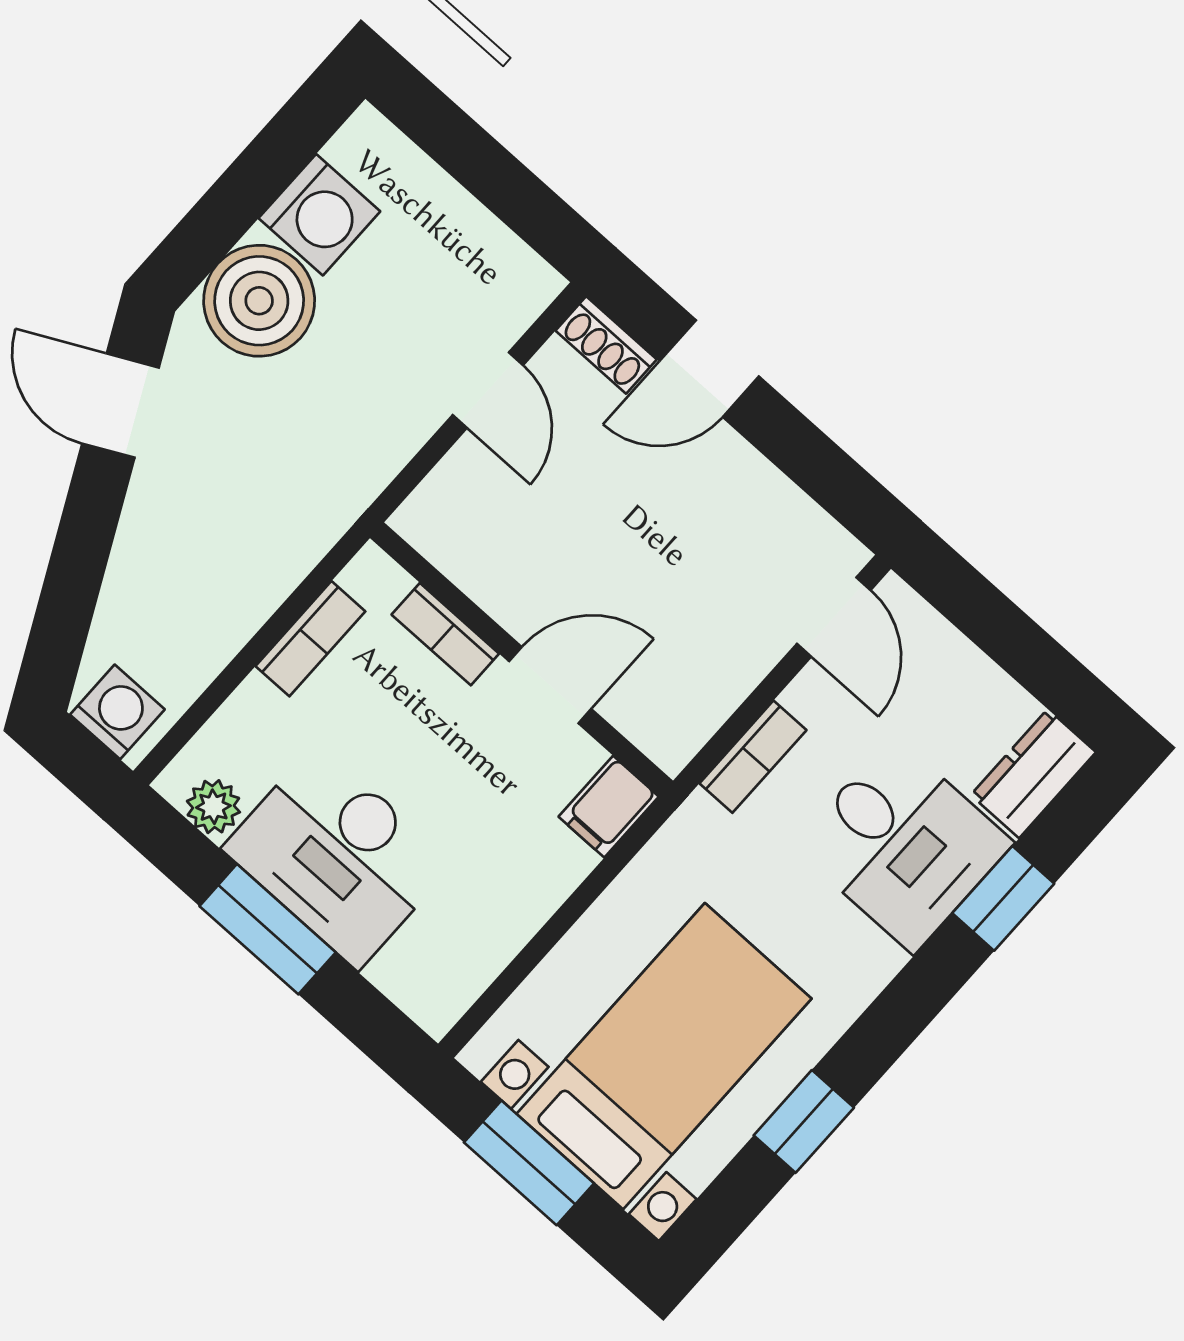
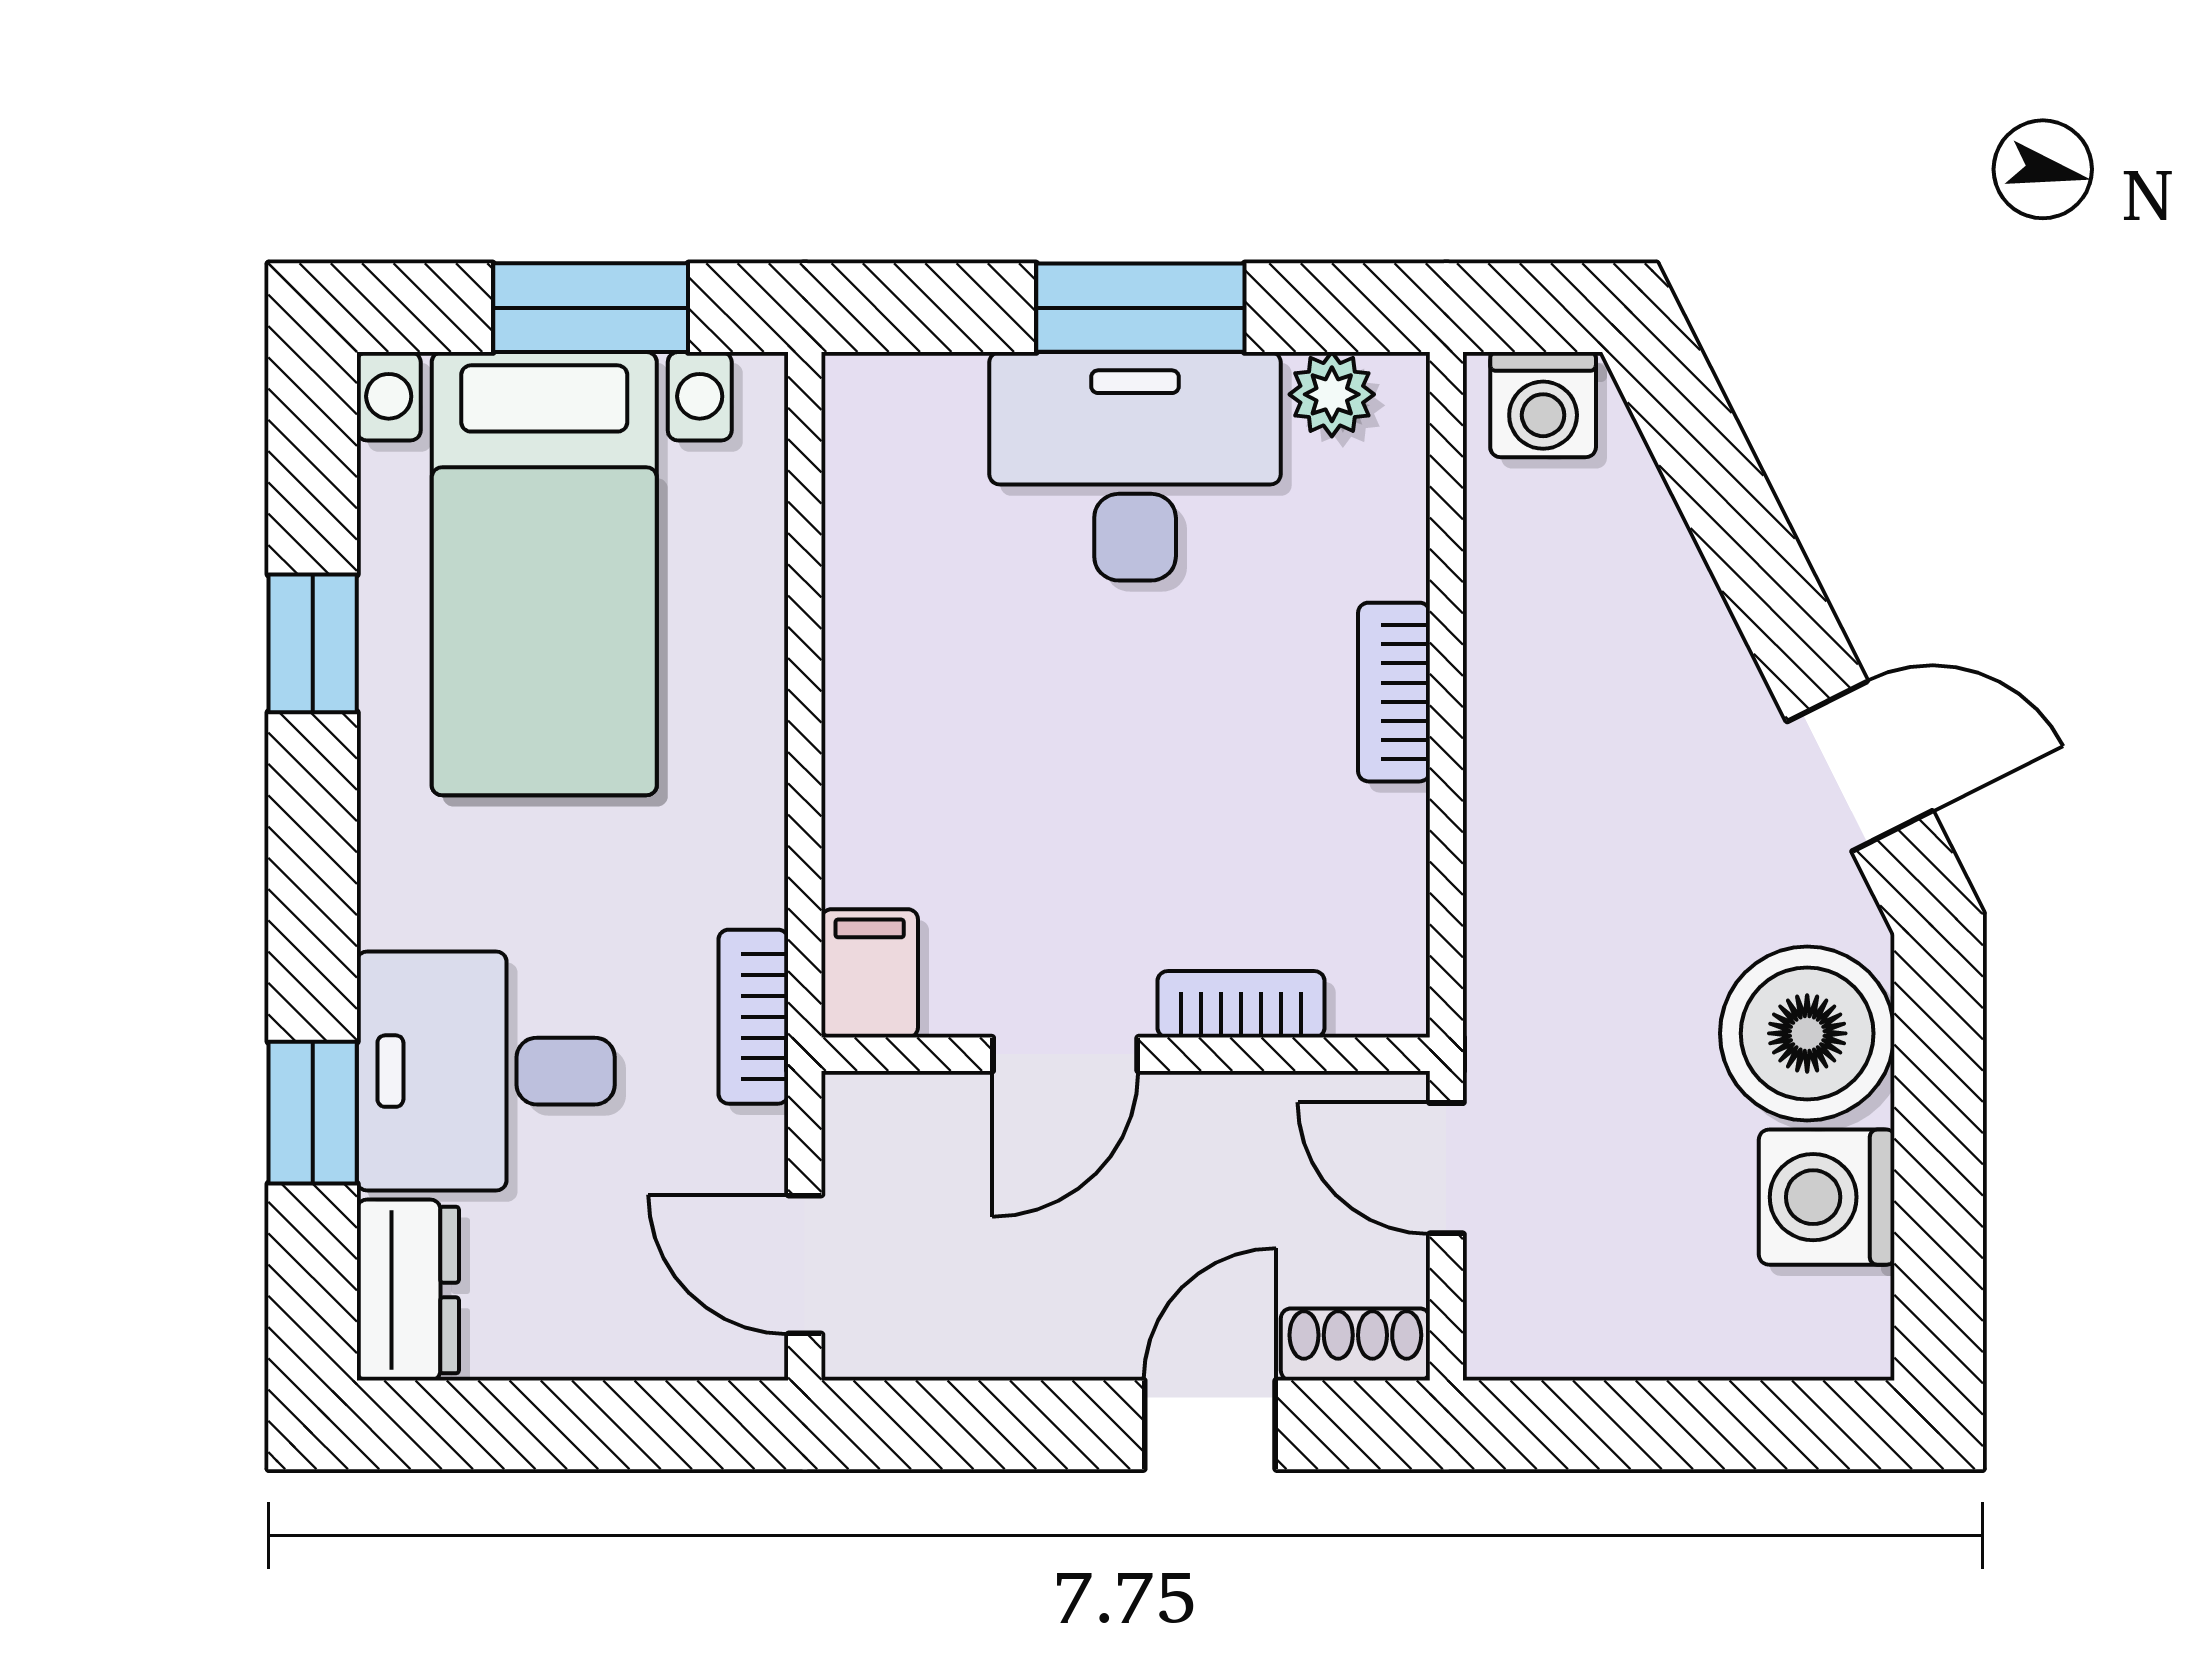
bookcase: (445, 634) -> (1241, 1004), moved
wall: (521, 659) -> (1126, 1054), moved
door: (550, 685) -> (1065, 1054), moved
filing cabinet: (609, 807) -> (870, 973), moved

